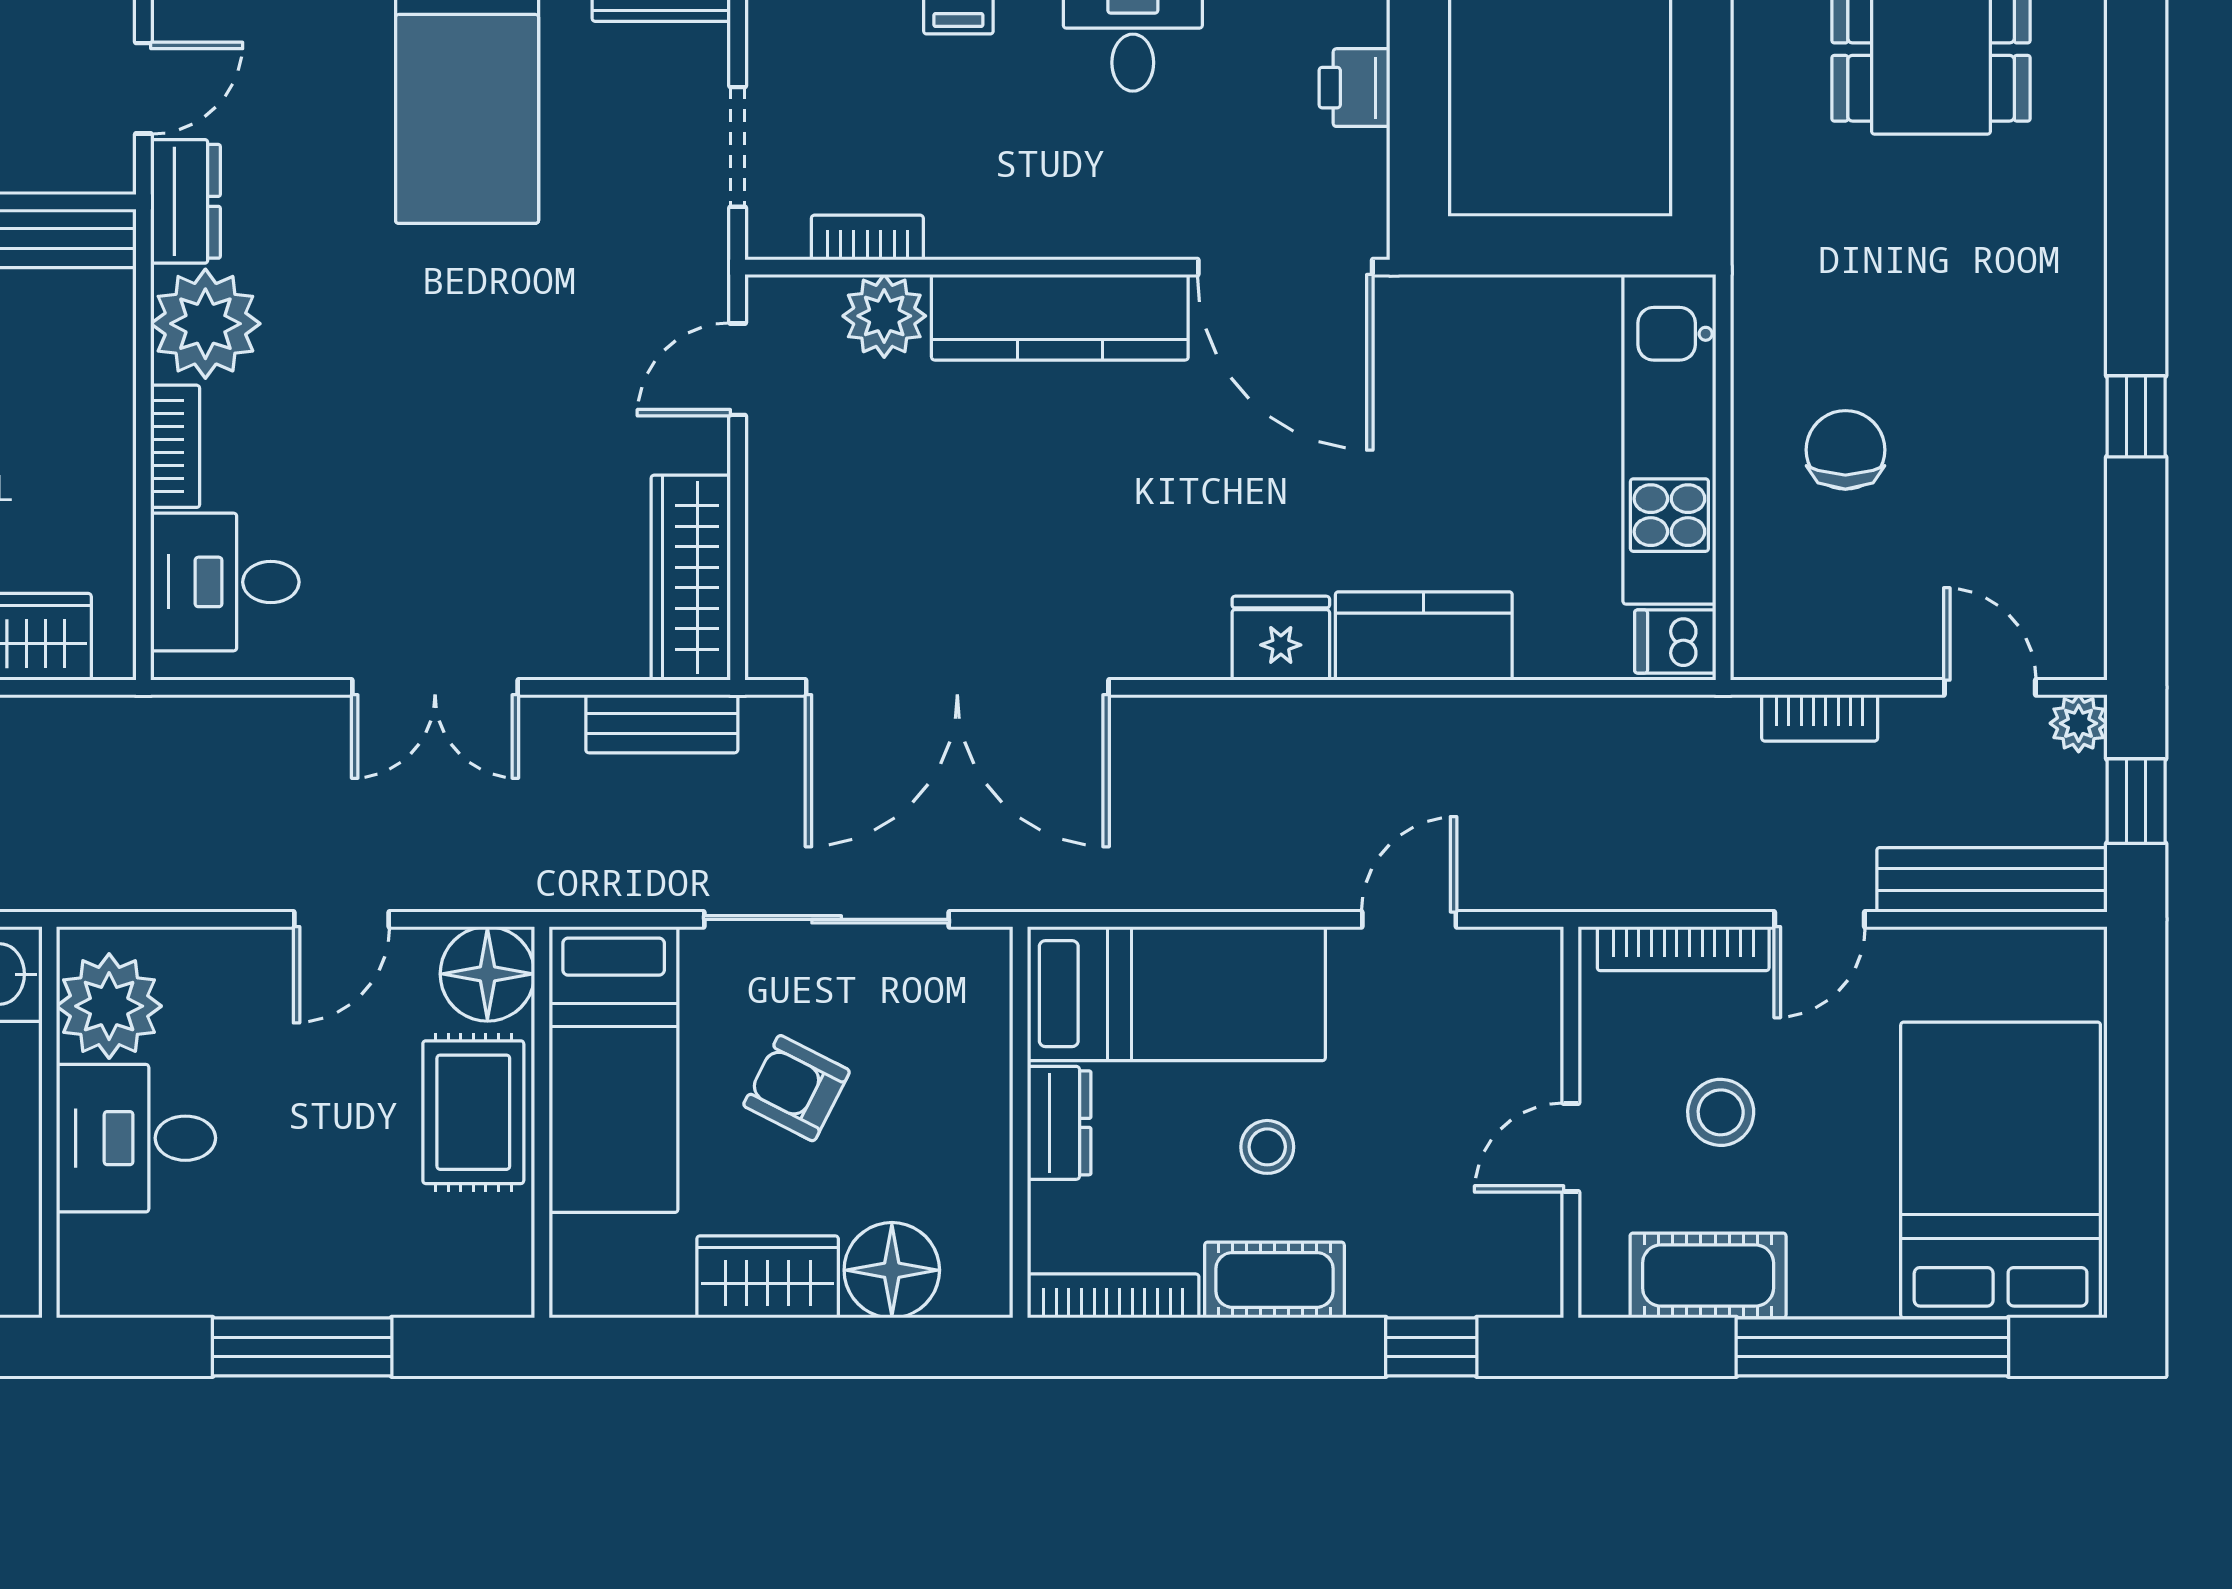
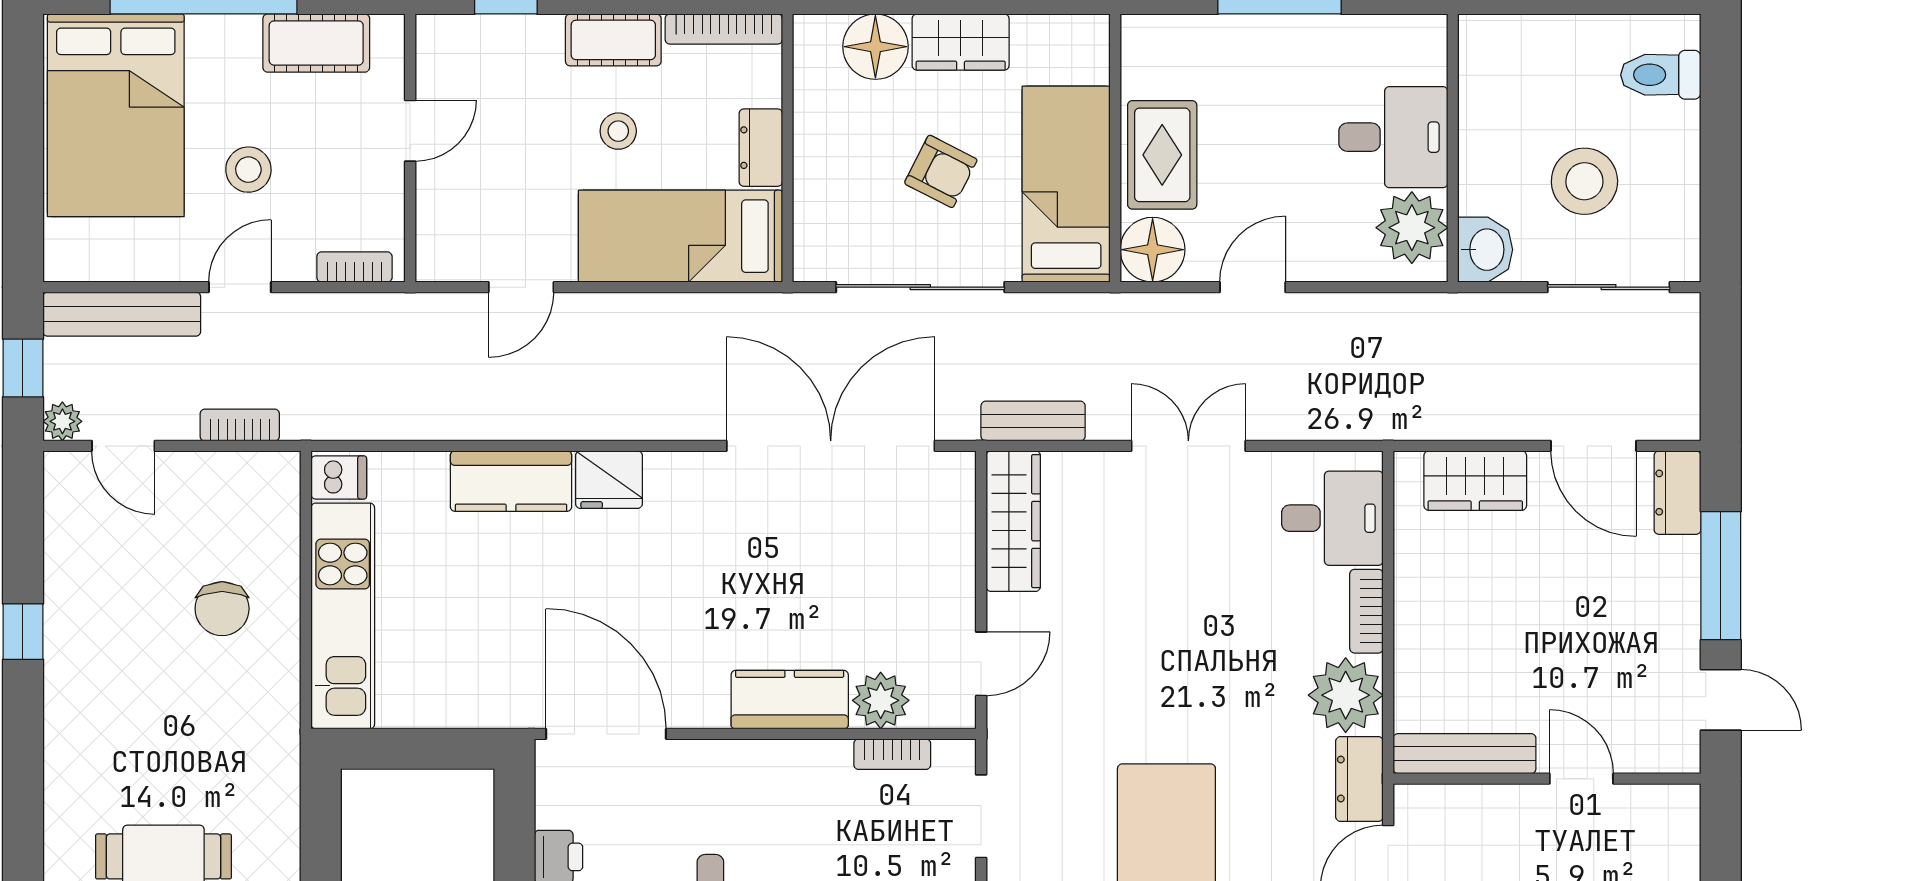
kitchen counter: (1060, 317) -> (790, 700), width x0.67
bookcase: (1683, 949) -> (354, 267), width x0.64
stool: (1721, 1112) -> (248, 170), moved

